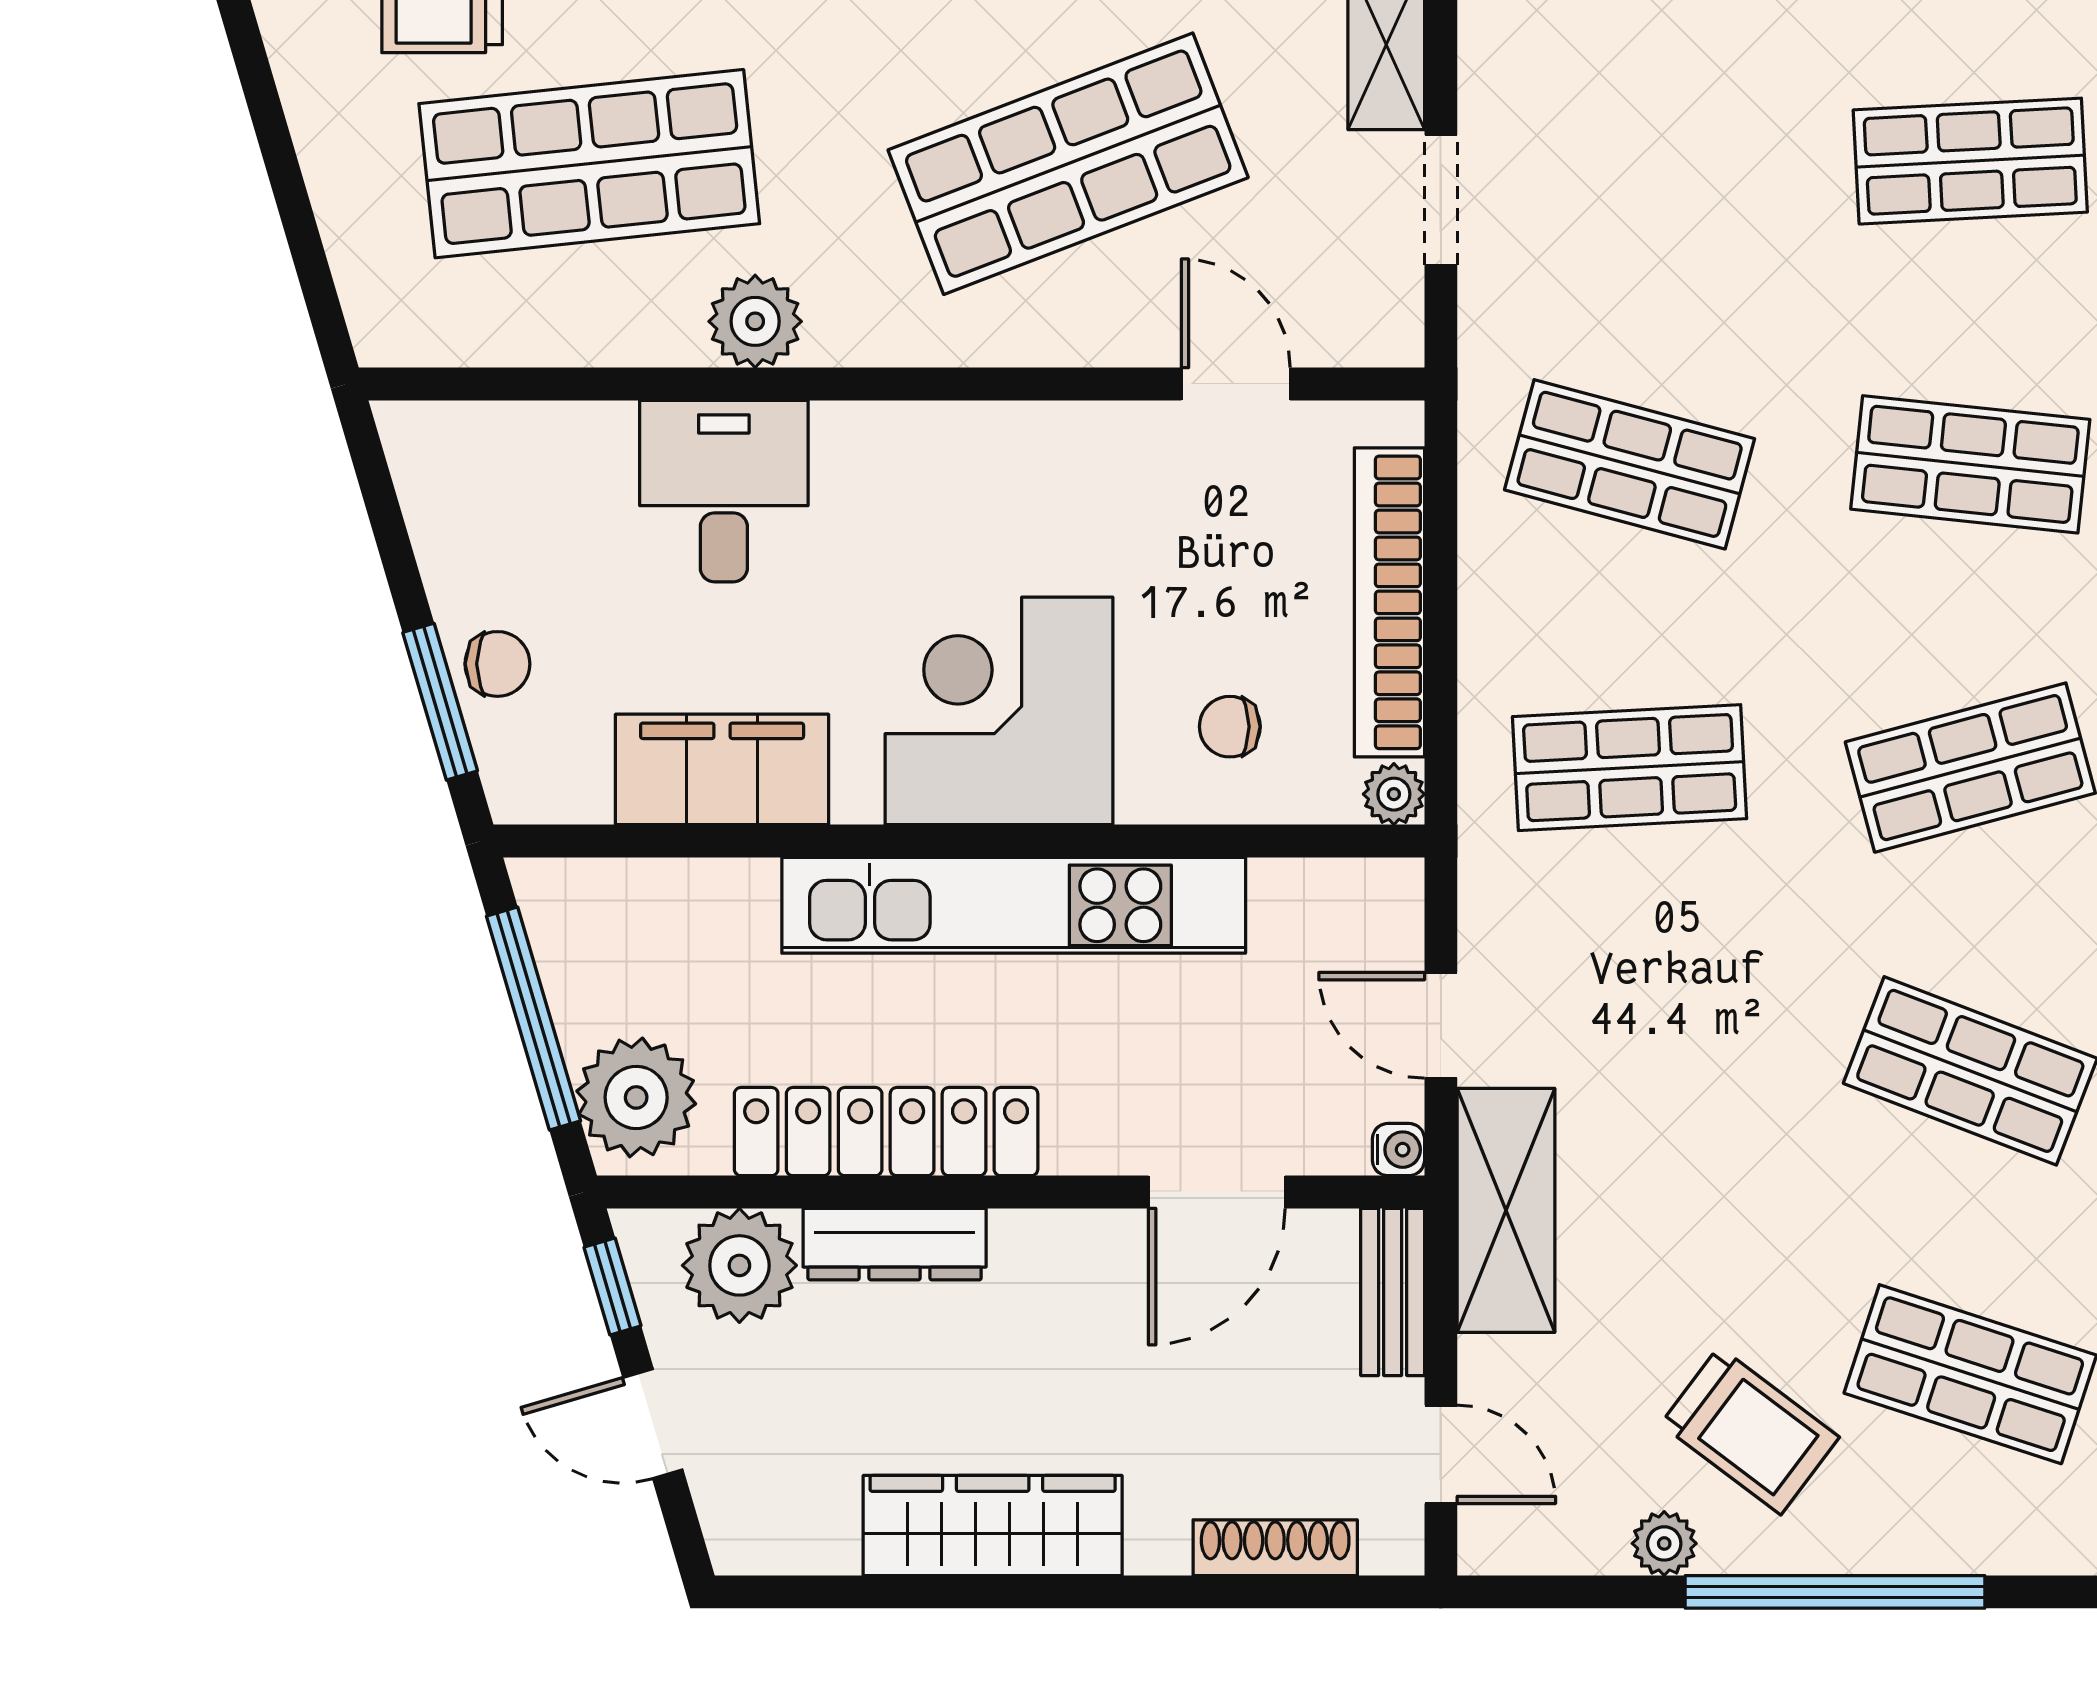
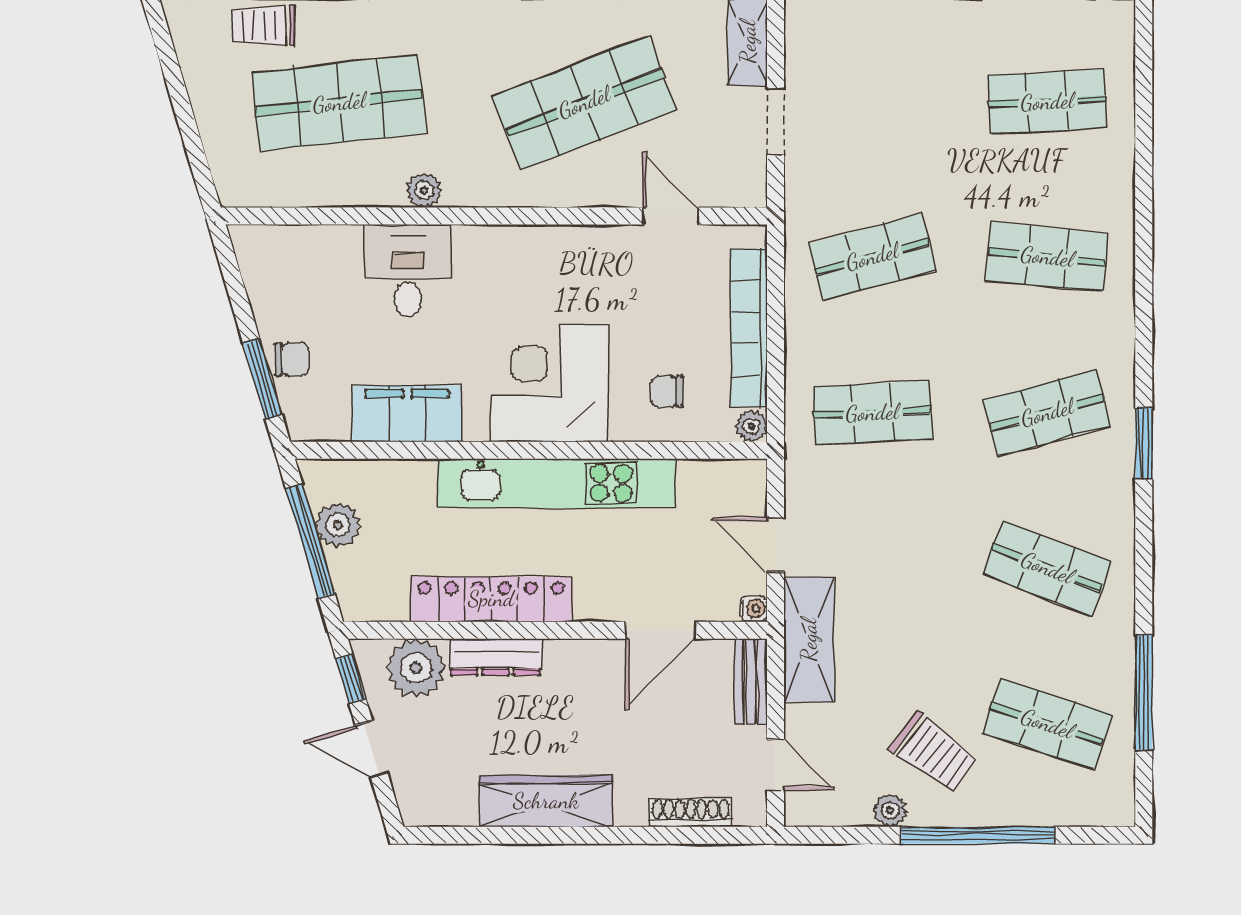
plant: (755, 321) -> (424, 190), width x0.73, depth x0.73
shop shelf: (1630, 464) -> (872, 257), turned -30
plant: (636, 1097) -> (338, 525), moved, width x0.73, depth x0.73

